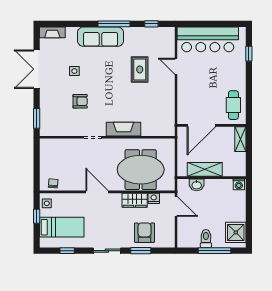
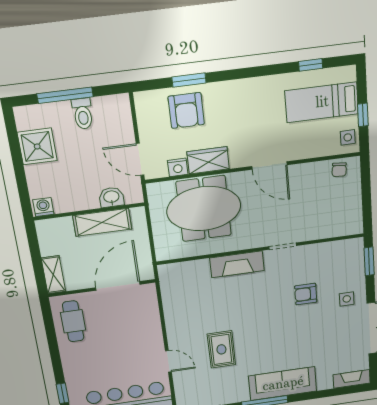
side table: (74, 71) -> (347, 299), moved
shower: (236, 232) -> (37, 146), moved
sliding door: (107, 251) -> (245, 73), removed

